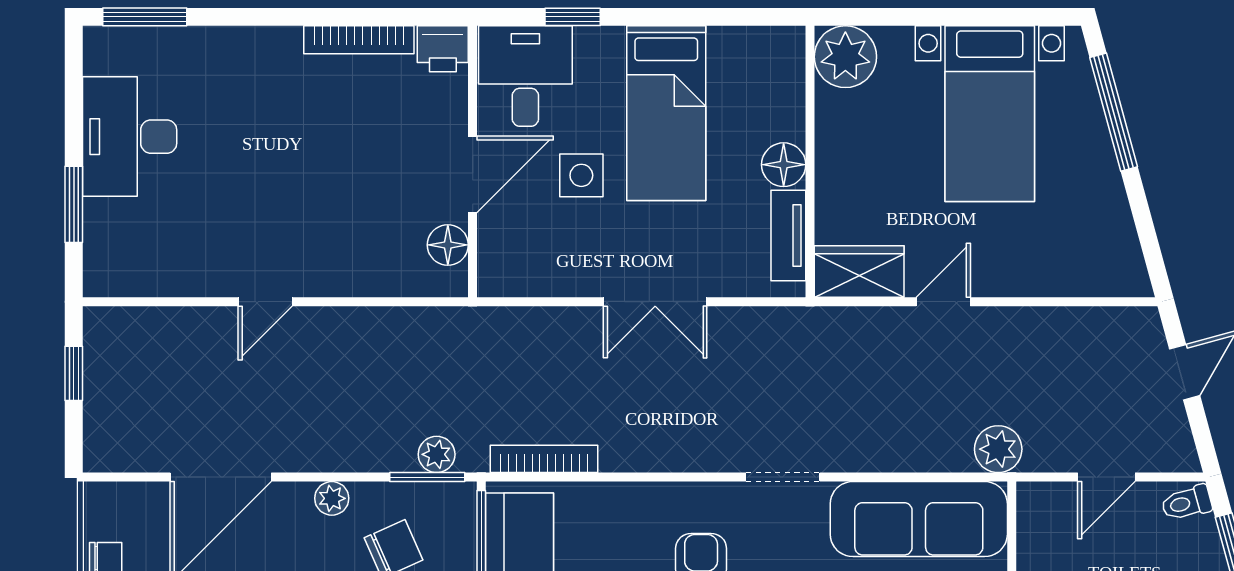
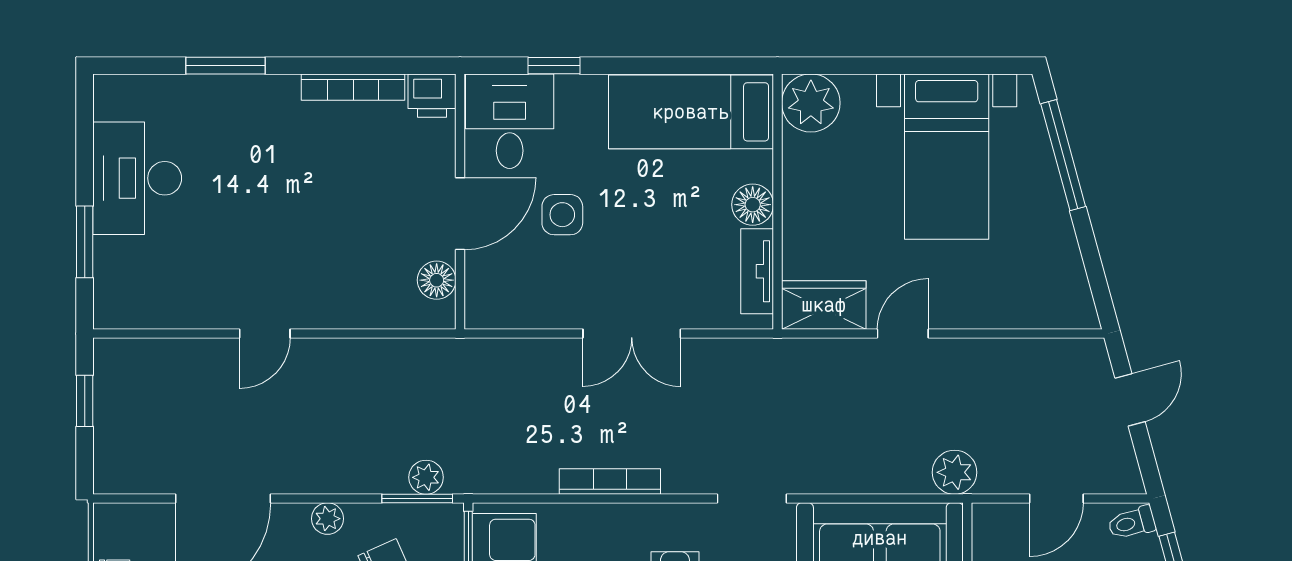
window: (145, 17) -> (226, 66), moved
bed: (666, 113) -> (691, 112), moved, turned 90
bookcase: (544, 459) -> (610, 482), moved

